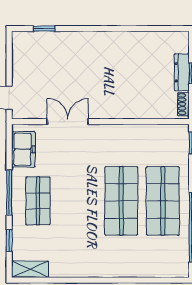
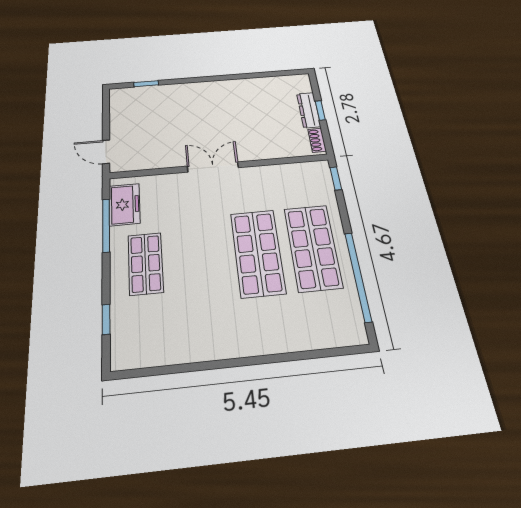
double door: (68, 122) -> (213, 167), moved
window: (9, 193) -> (106, 225), moved
shelving: (30, 269) -> (137, 357), removed

